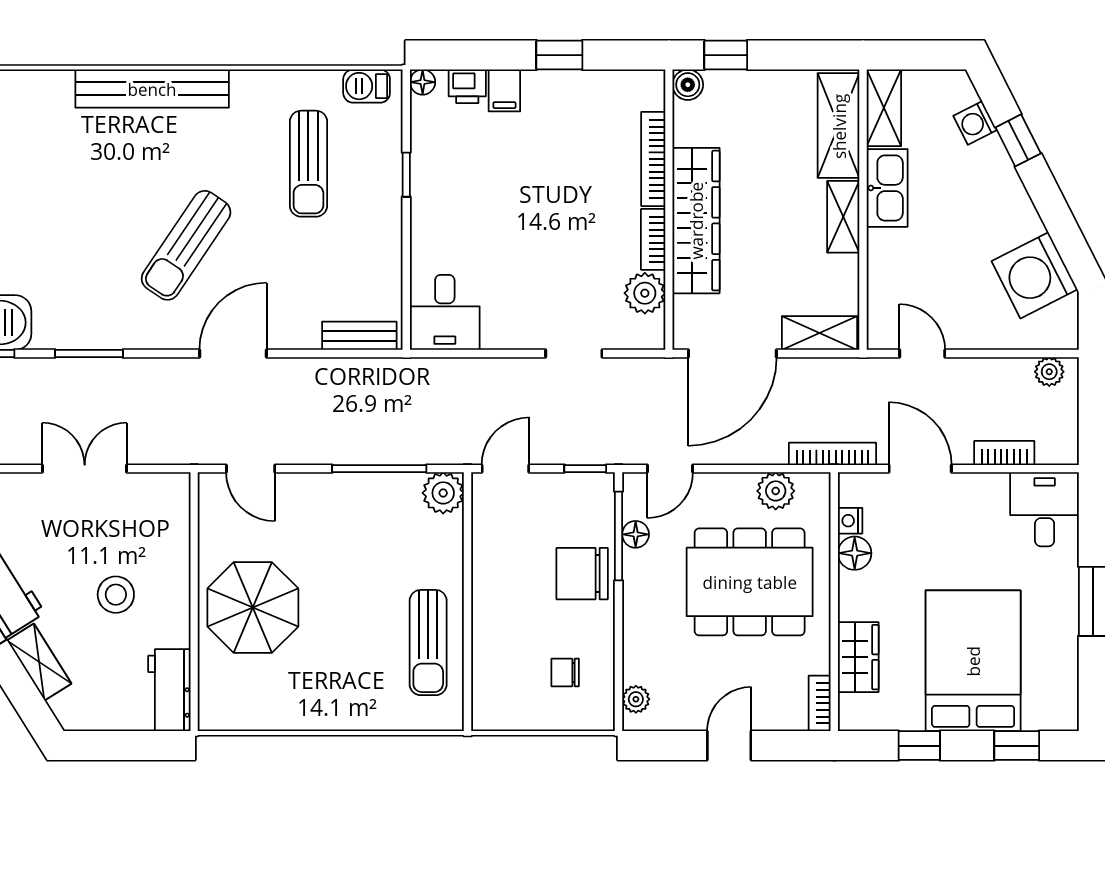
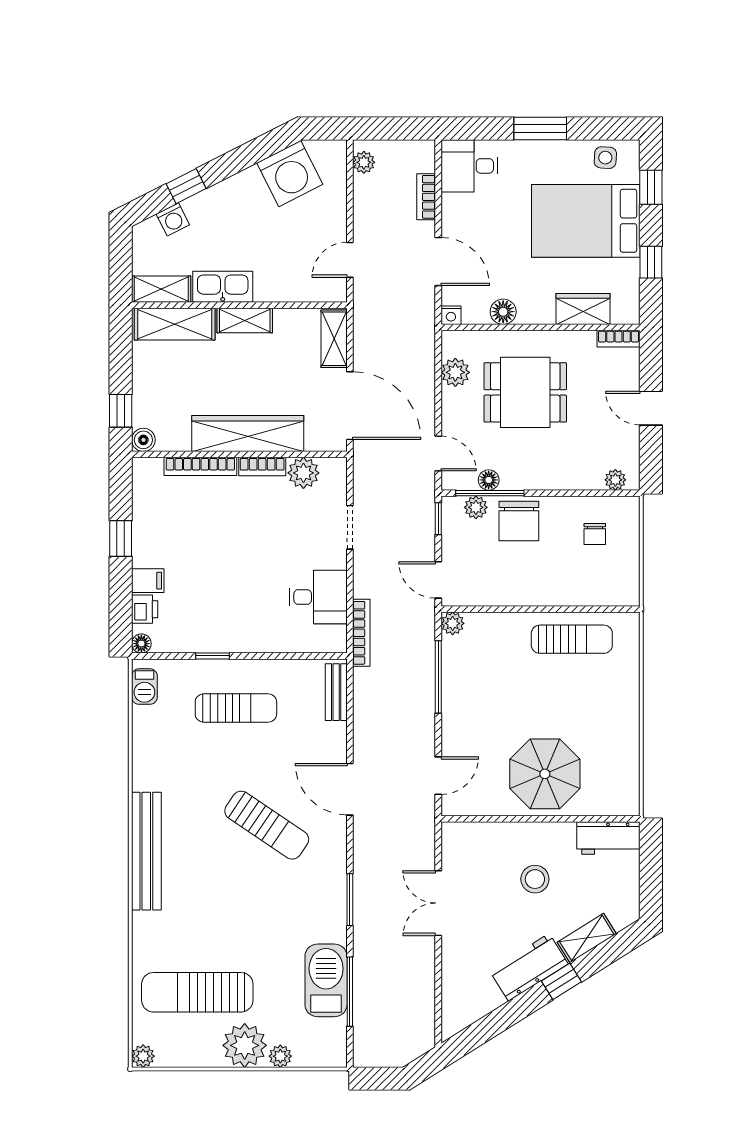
sun lounger: (308, 164) -> (236, 708), moved
desk: (445, 312) -> (318, 597), moved
bookcase: (832, 454) -> (361, 633), moved, turned 180
door: (920, 469) -> (438, 261), swing flipped
plant: (443, 493) -> (453, 623), width x0.73, depth x0.73
plant: (600, 518) -> (476, 507), added
nightstand: (850, 521) -> (451, 315), moved
dining table: (750, 582) -> (525, 392), width x0.73
side table: (1055, 686) -> (605, 158), added

